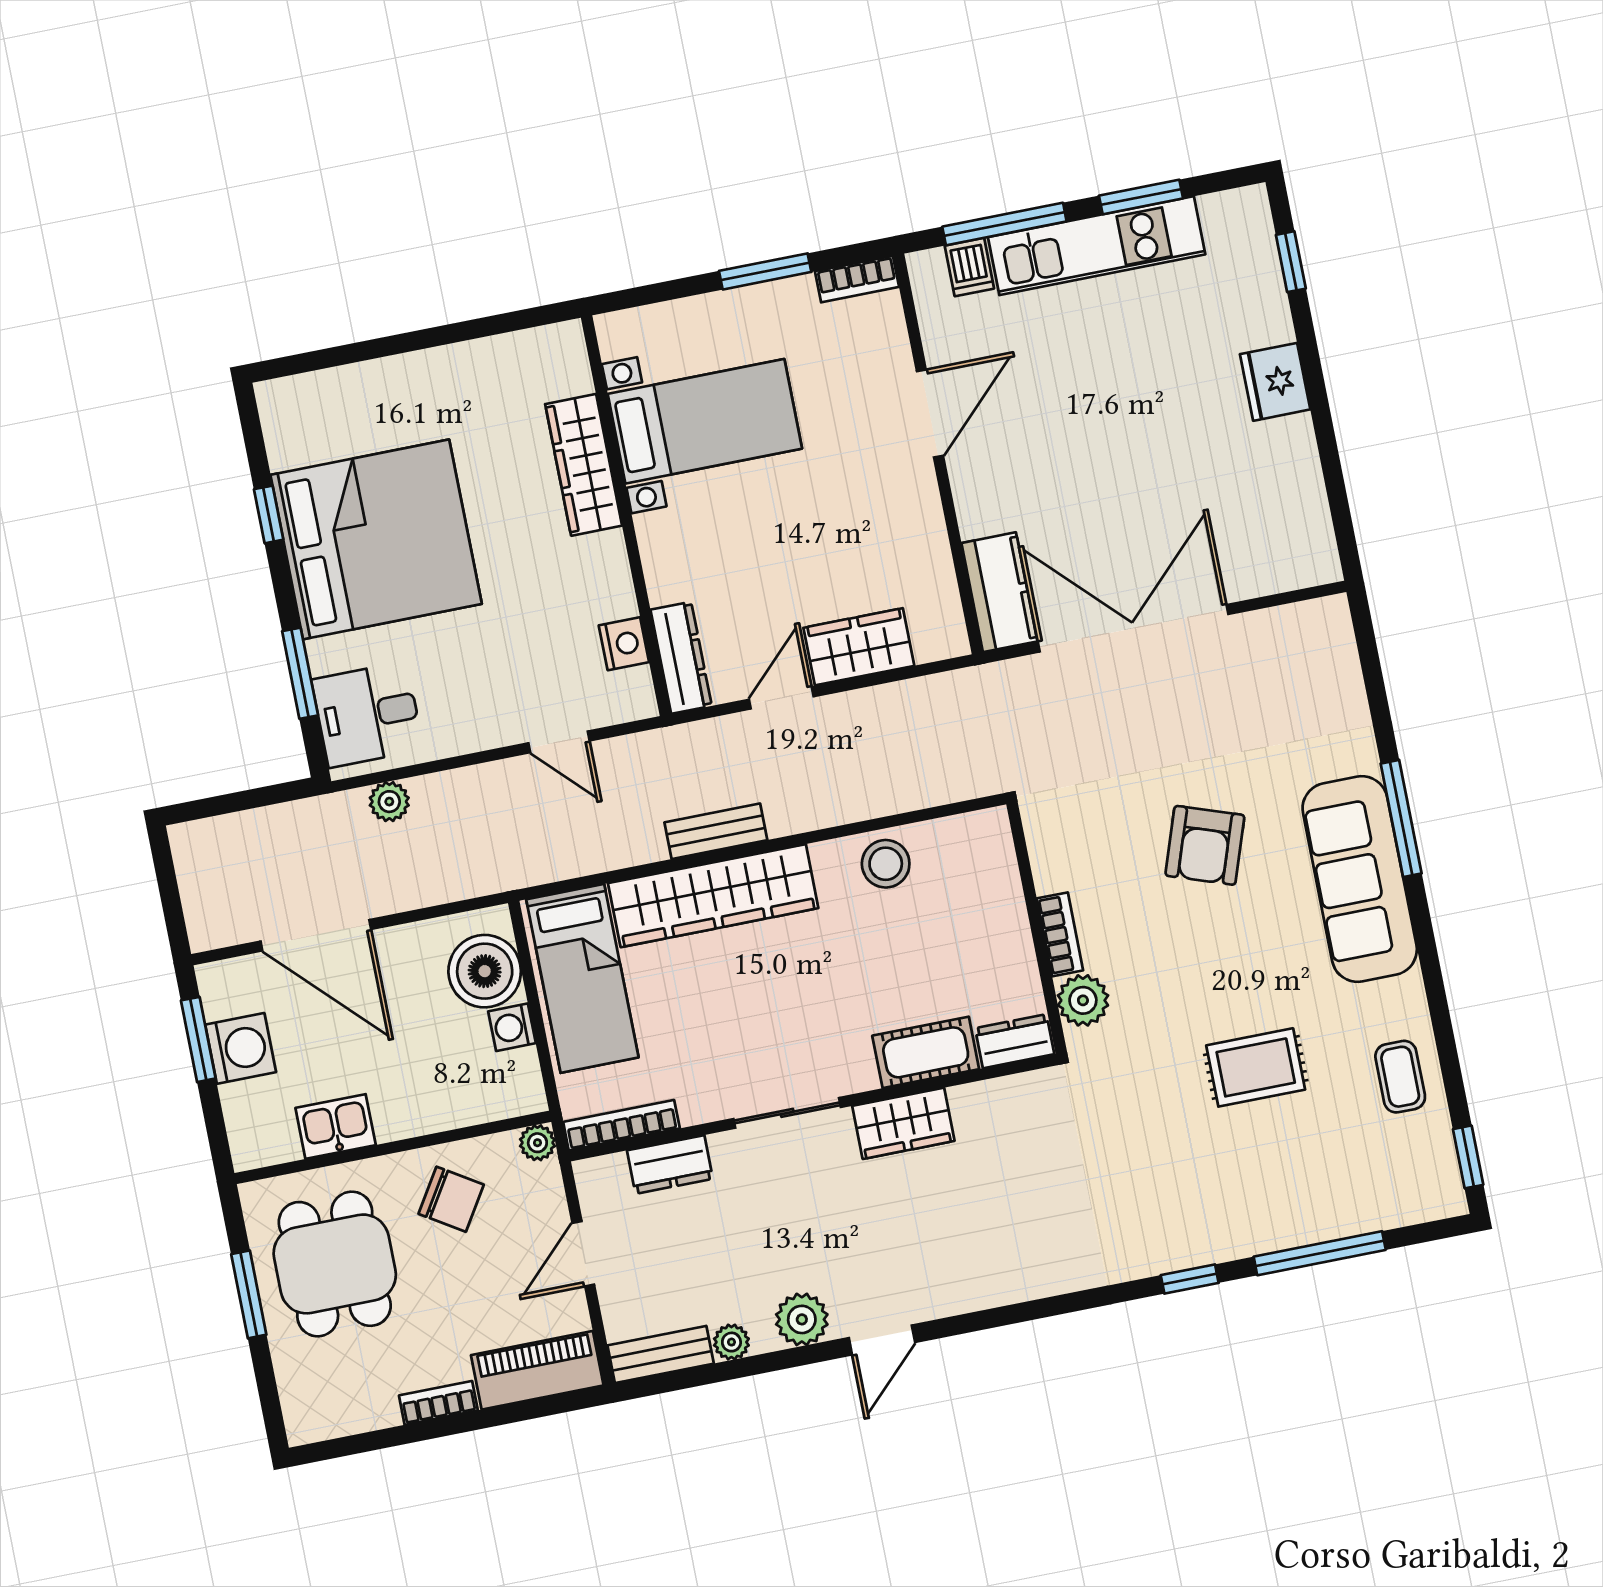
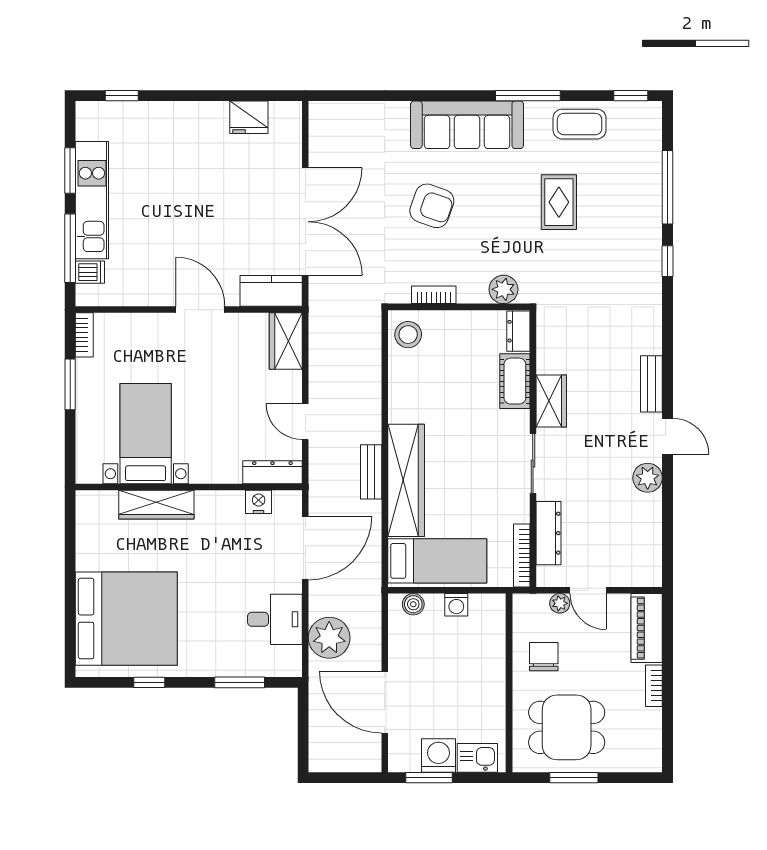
fridge: (1275, 382) -> (249, 117), moved
door: (930, 414) -> (200, 310), moved
bed: (376, 539) -> (126, 619), moved, turned 90
double door: (1133, 628) -> (305, 222), swing flipped
wardrobe: (859, 647) -> (286, 341), moved
desk: (368, 714) -> (275, 619), moved, turned -90
door: (559, 742) -> (305, 548), width x1.88
plant: (389, 802) -> (329, 638), width x1.88, depth x1.88
window: (1401, 819) -> (528, 96), moved
stool: (886, 864) -> (408, 335), moved
bookcase: (1060, 934) -> (434, 295), moved
door: (316, 935) -> (385, 702), swing flipped
boiler: (485, 971) -> (413, 604), width x0.54, depth x0.54
coffee table: (1400, 1077) -> (580, 124), width x1.36, depth x1.30
kitchen sink: (336, 1126) -> (477, 758), moved, turned 90
plant: (537, 1143) -> (560, 603), moved
dresser: (670, 1165) -> (549, 533), width x1.44
chair: (451, 1199) -> (544, 657), turned -32
plant: (731, 1342) -> (652, 519), removed
bench: (661, 1354) -> (651, 384), moved

